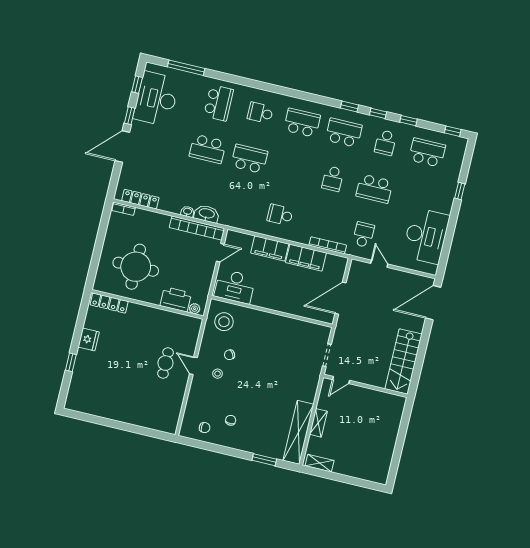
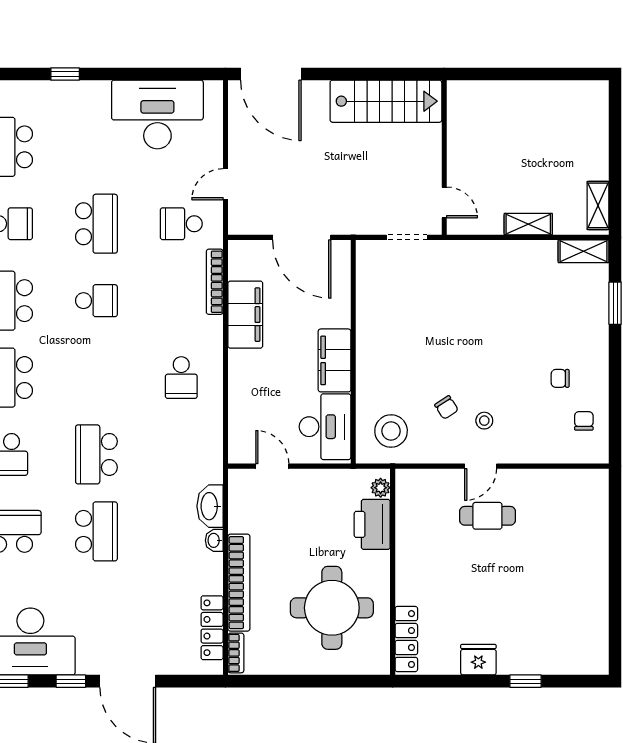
bookcase: (197, 228) -> (239, 583), moved
filing cabinet: (270, 248) -> (335, 360), moved, turned 180
shelving: (298, 432) -> (584, 251), width x0.45, depth x0.75

